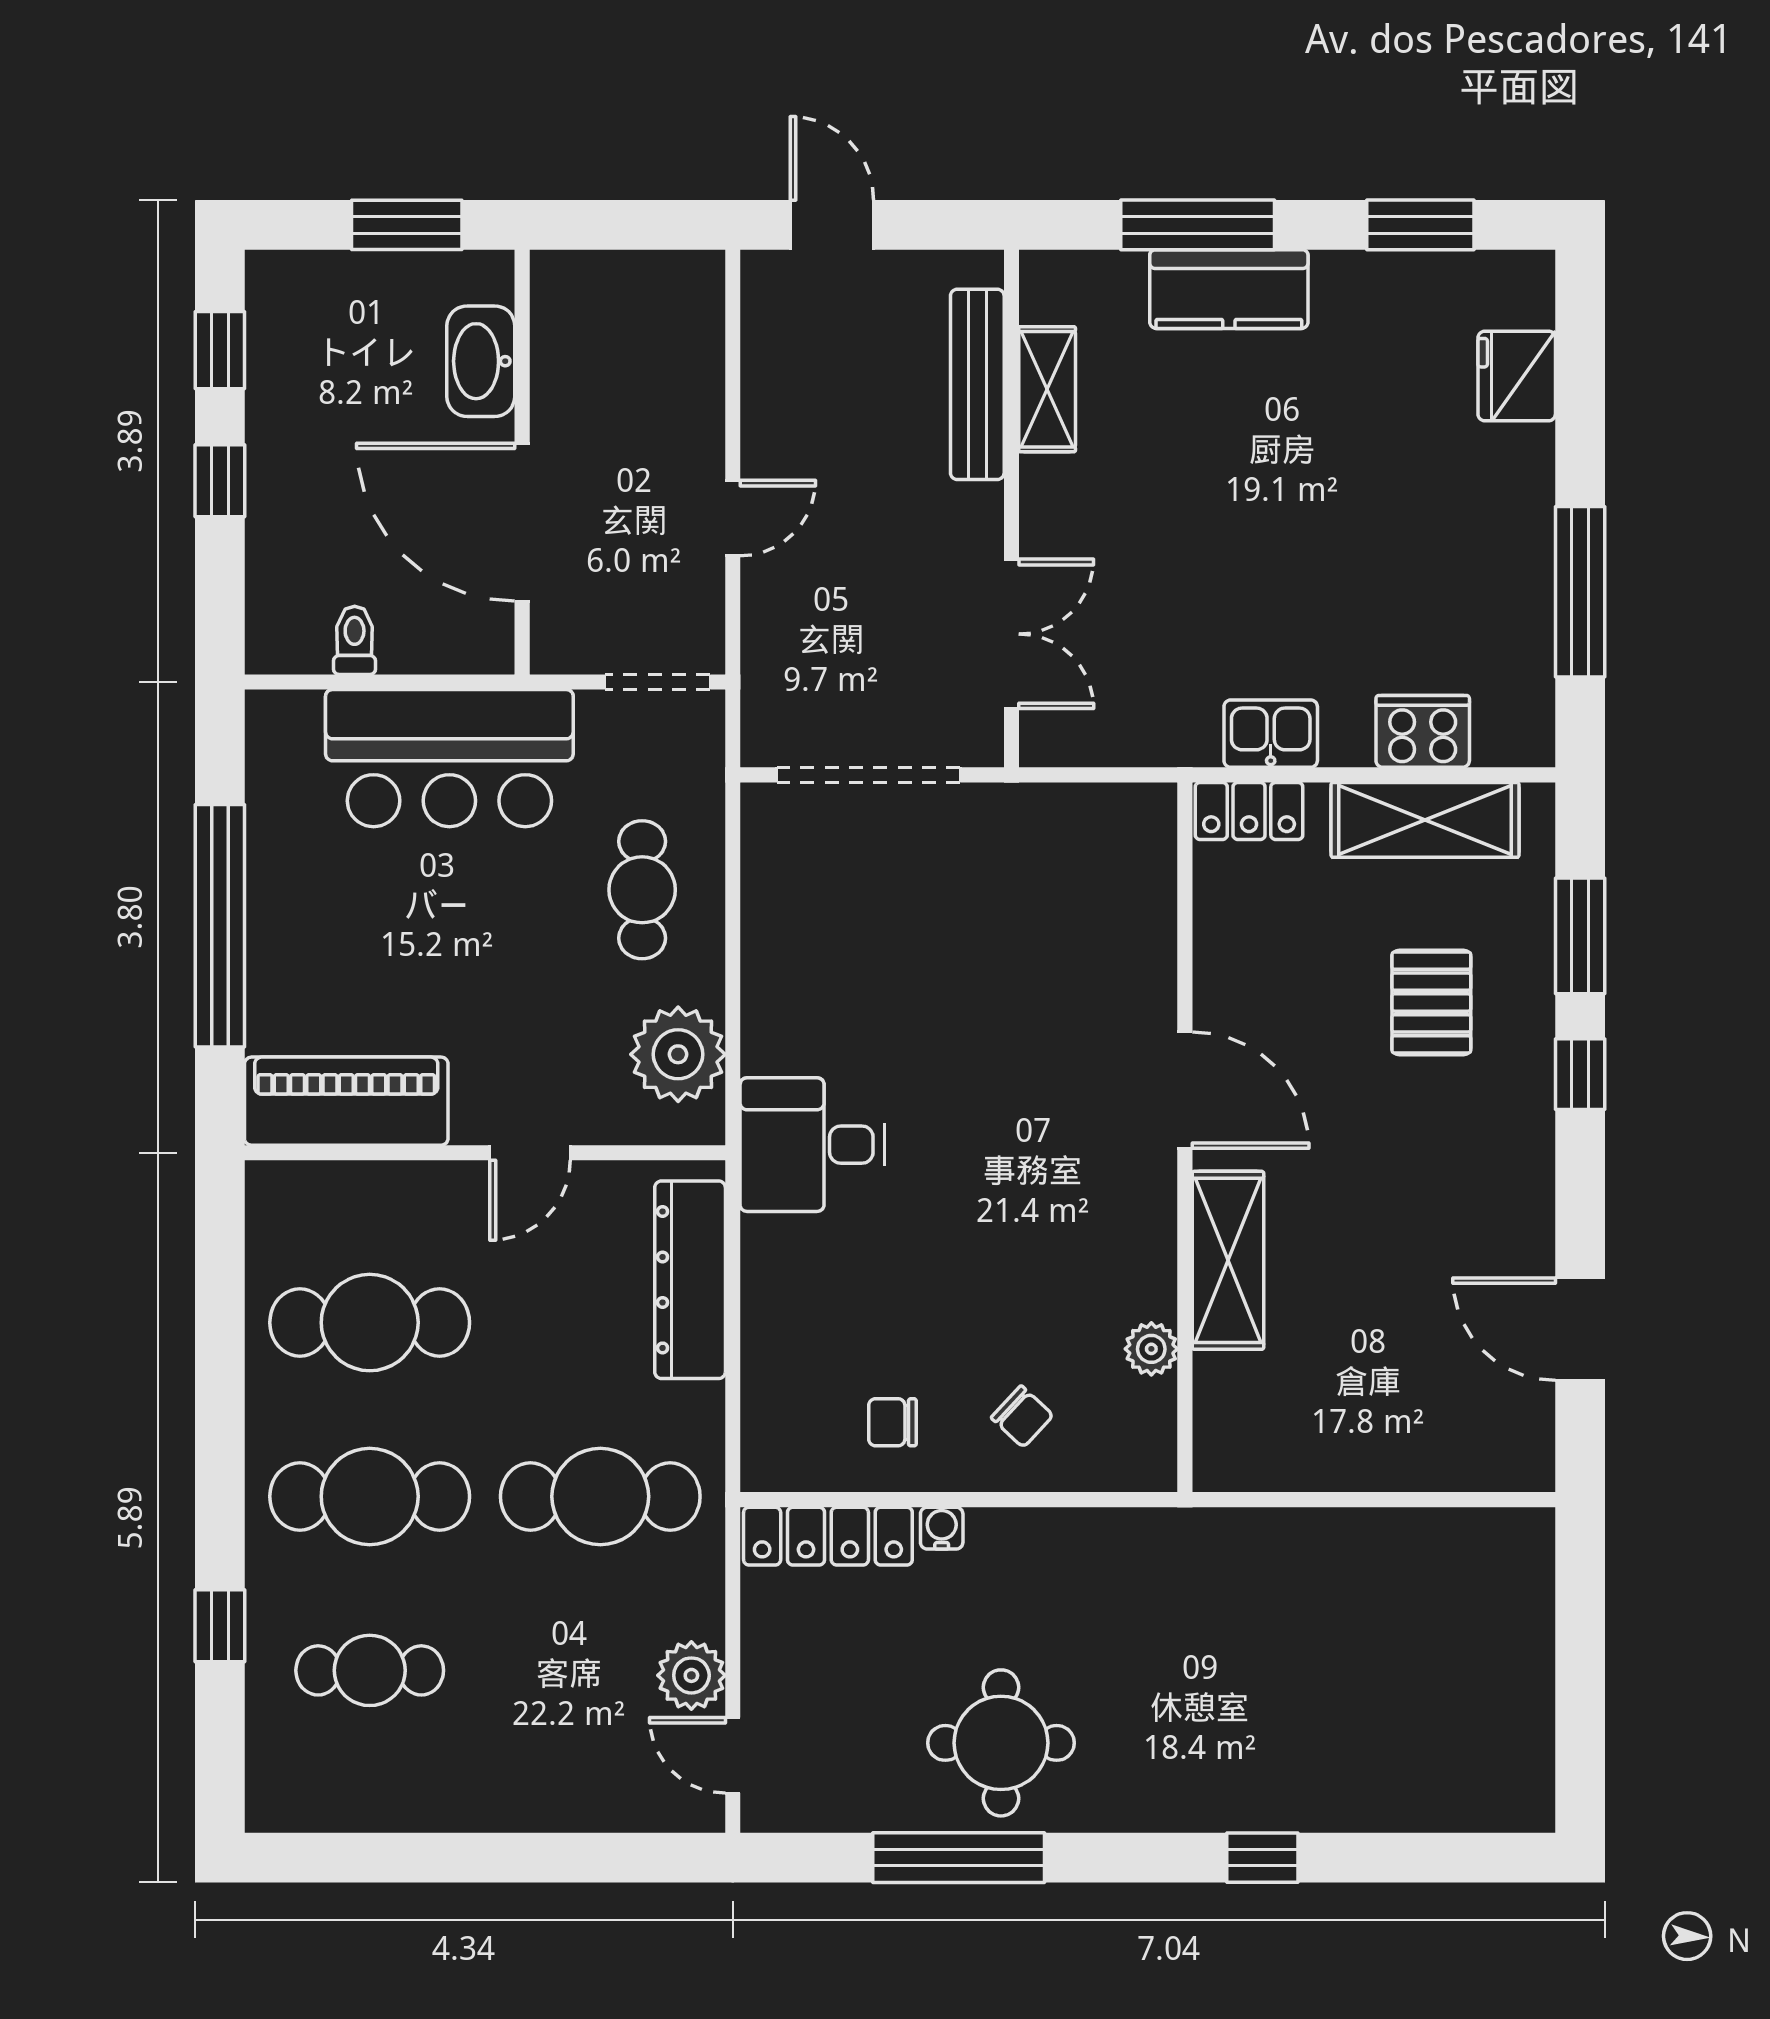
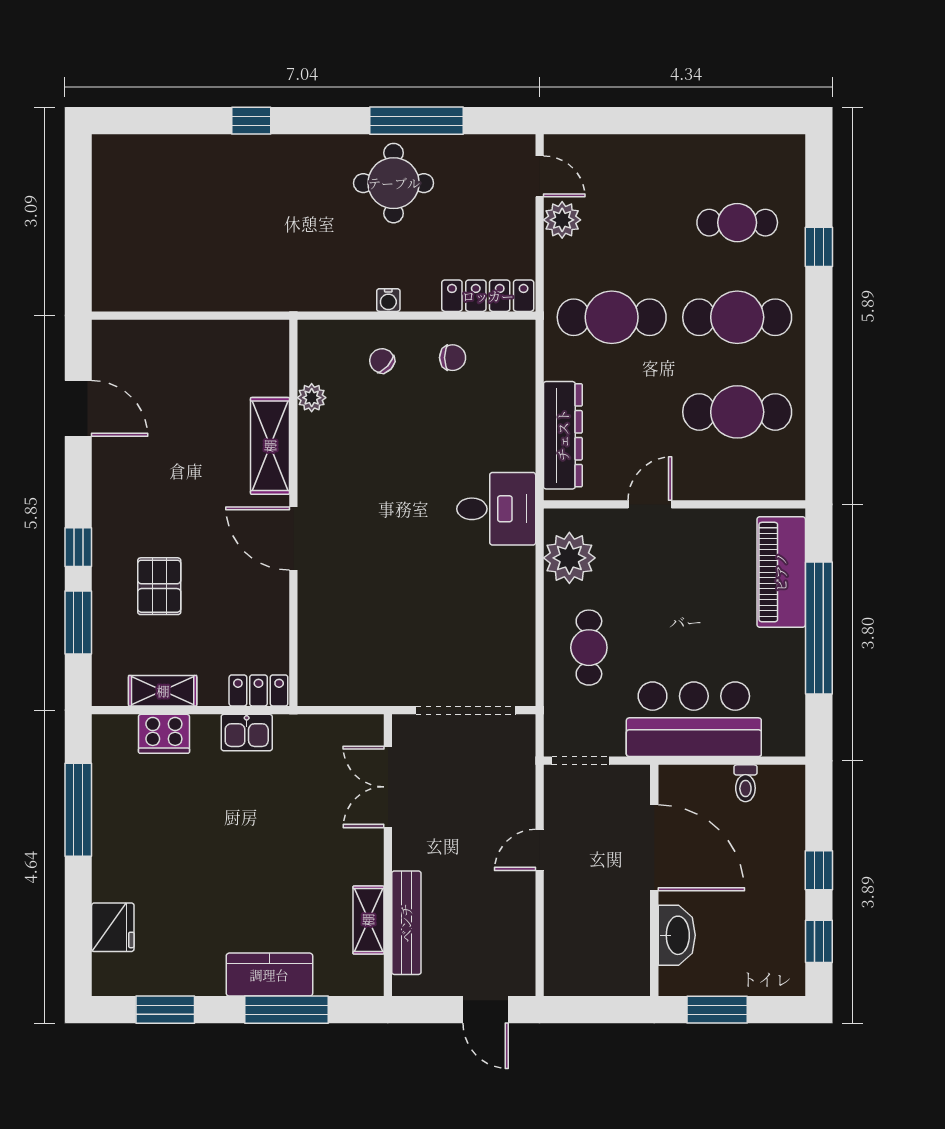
shelving: (1425, 820) -> (163, 691), width x0.67, depth x0.75
piano: (346, 1101) -> (781, 572), moved, turned 90
water cooler: (942, 1528) -> (388, 300), moved

